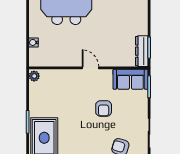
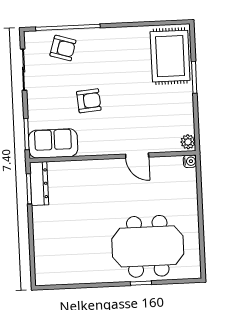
water cooler: (33, 42) -> (190, 161), moved
door: (90, 68) -> (137, 156), moved
armchair: (104, 108) -> (89, 101), turned 85

